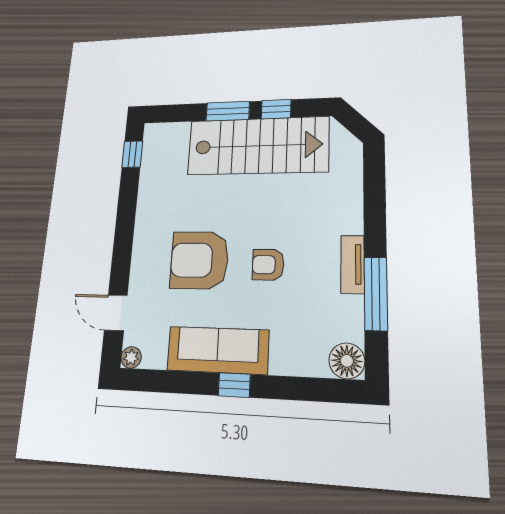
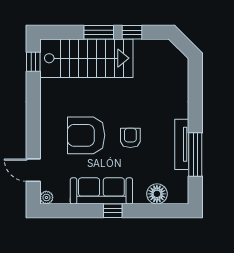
stairs: (258, 146) -> (86, 58), moved
tv unit: (353, 264) -> (182, 144), width x1.41
armchair: (268, 265) -> (130, 138), turned 90
floor lamp: (347, 361) -> (157, 194), moved

